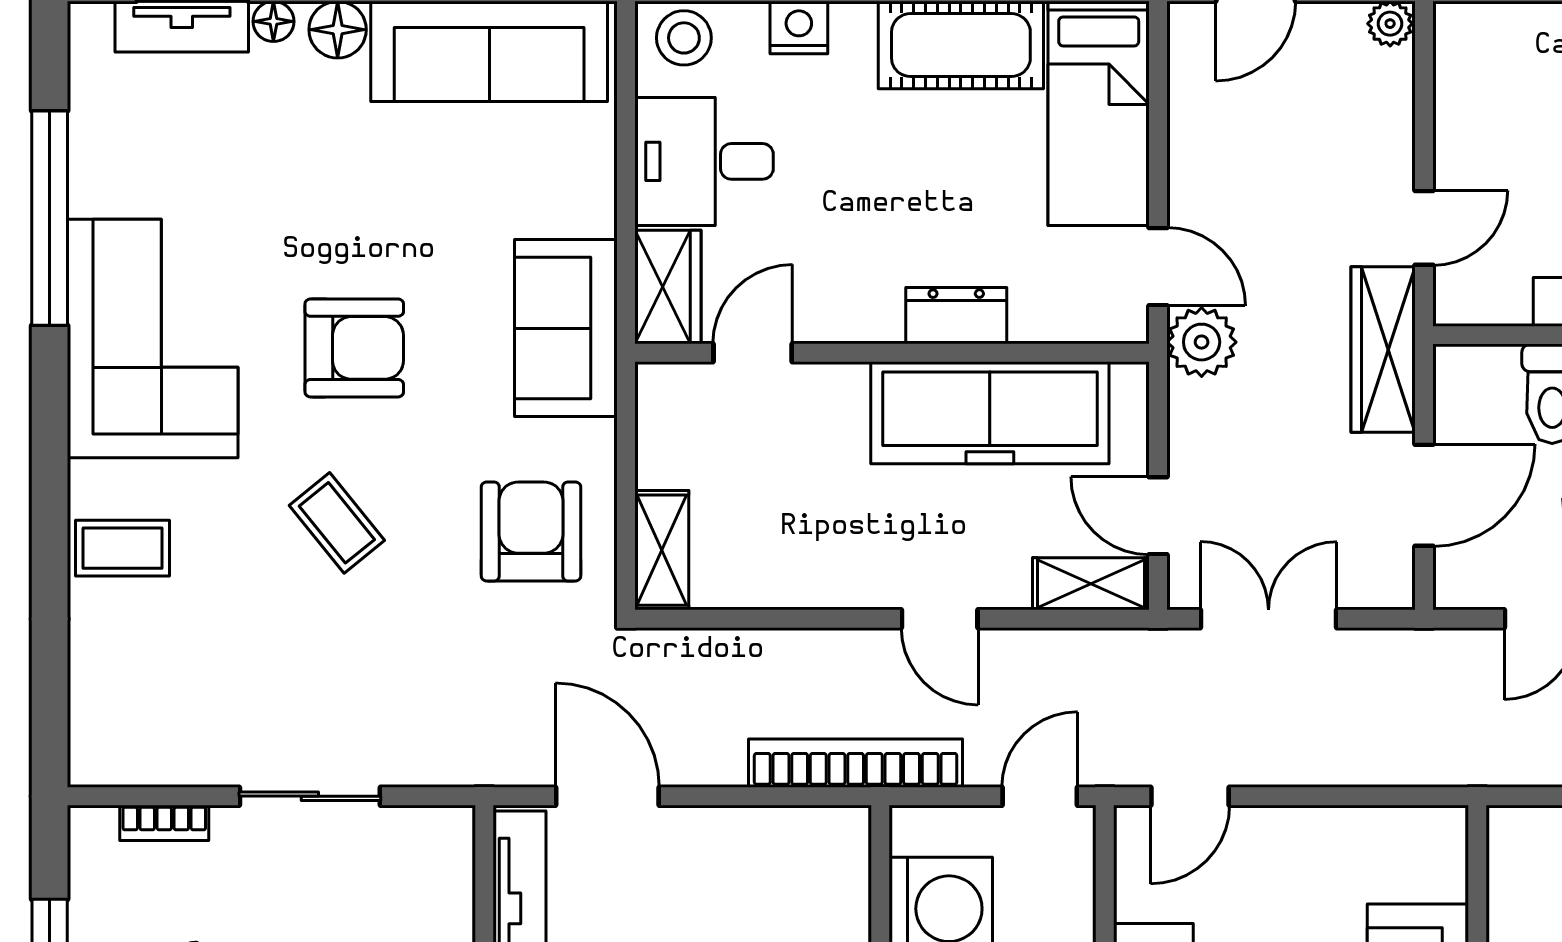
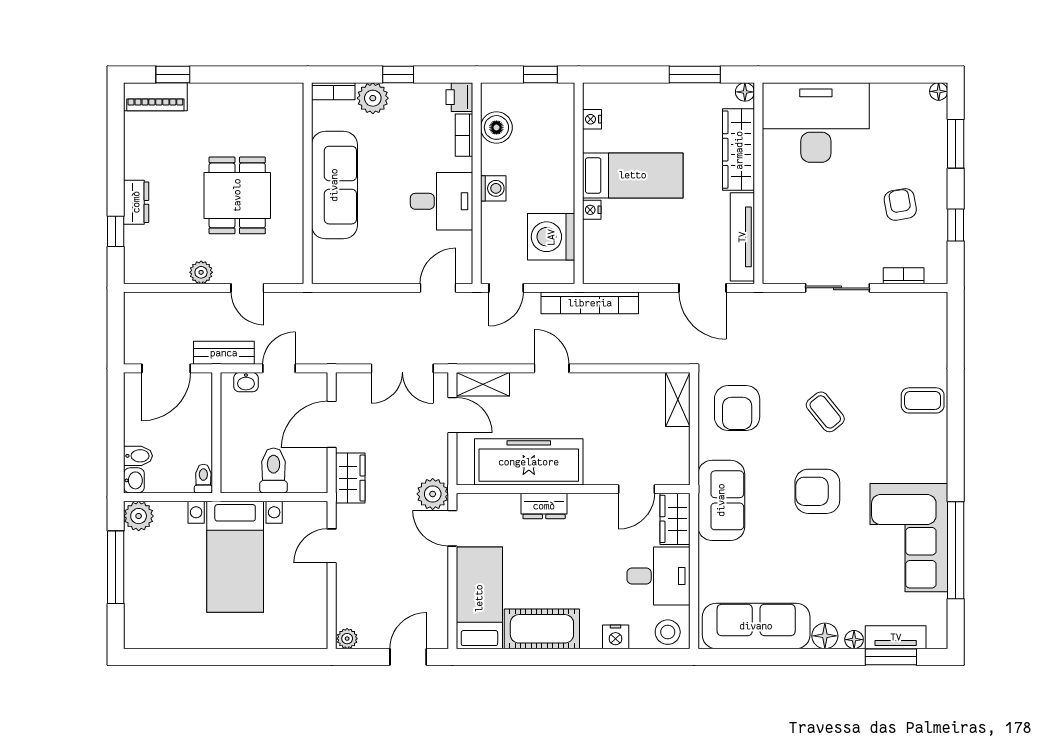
corner sofa: (153, 339) -> (909, 538), moved
wardrobe: (1383, 350) -> (350, 478), width x0.67

